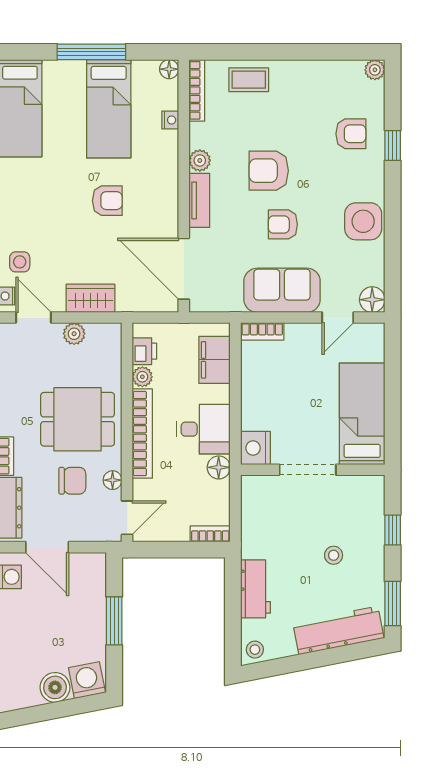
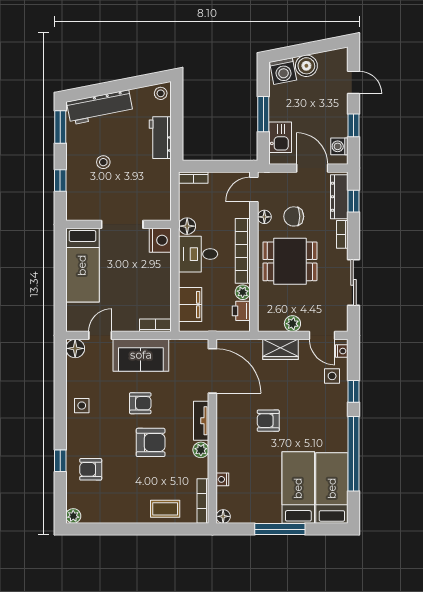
bed: (109, 109) -> (298, 488), moved
side table: (363, 221) -> (82, 406), width x0.54, depth x0.54
kitchen sink: (91, 589) -> (280, 137), added

